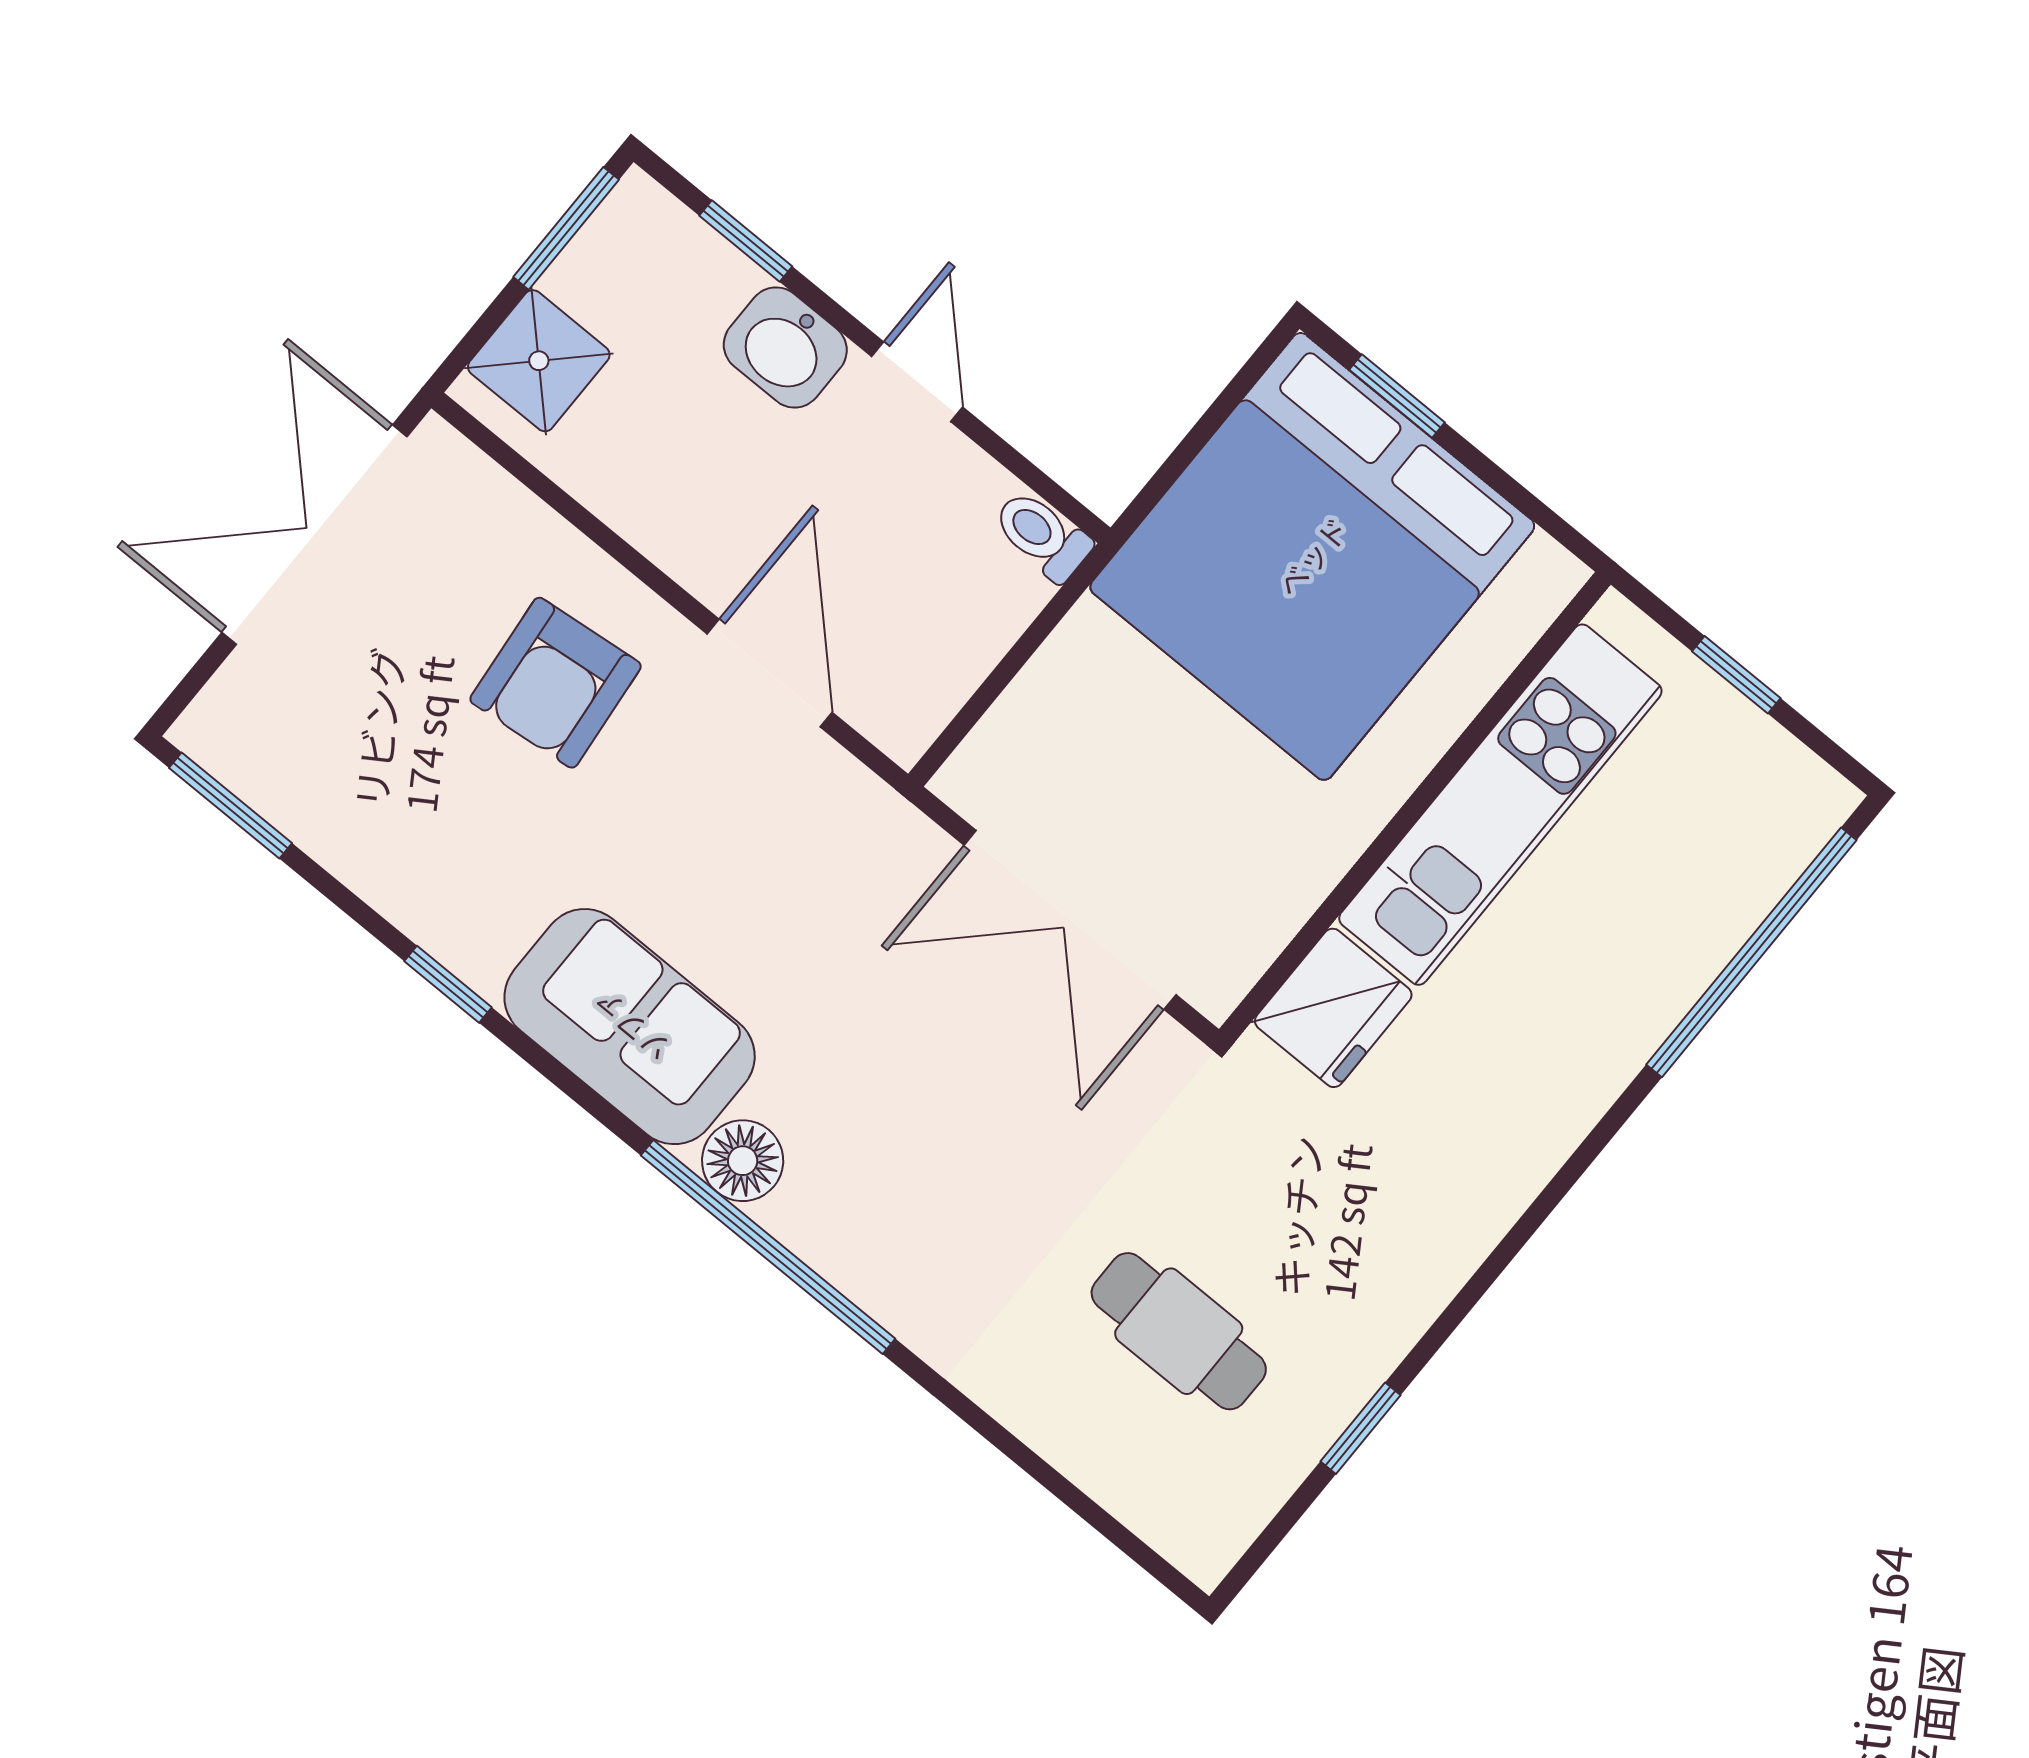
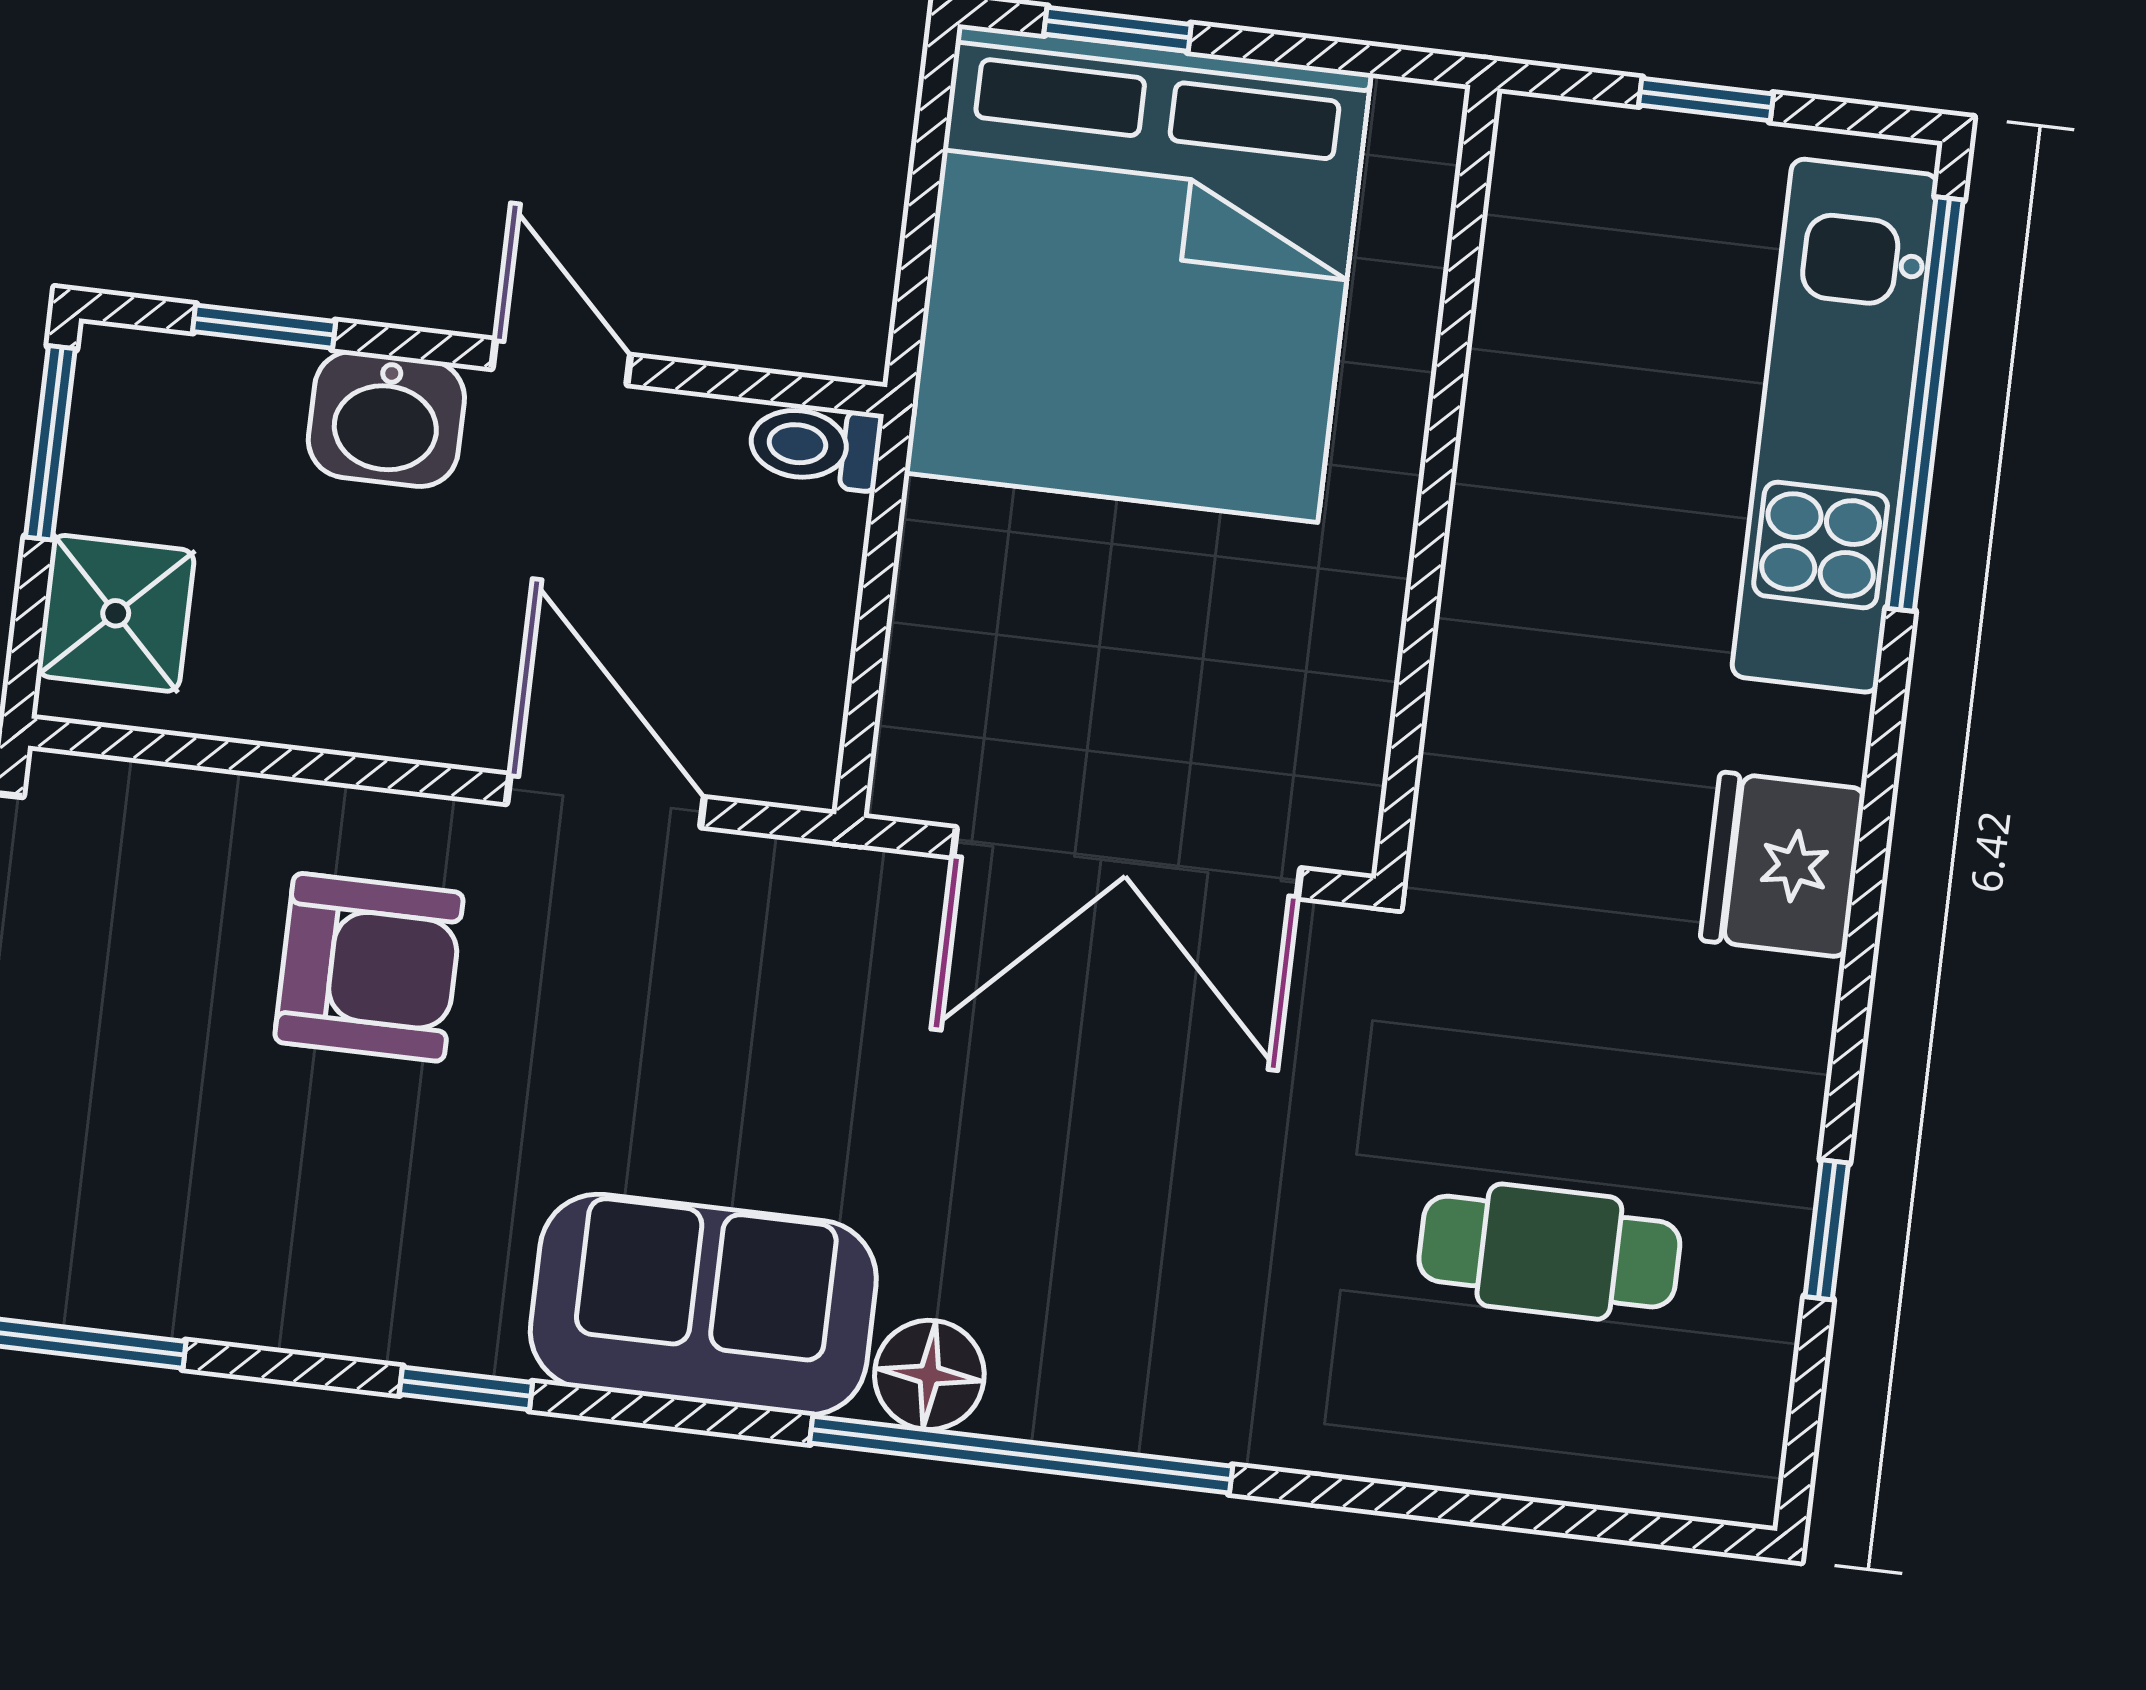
armchair: (556, 683) -> (369, 967), turned -84
kitchen unit: (1500, 805) -> (1835, 426), moved, turned 180
fridge: (1333, 1008) -> (1783, 865), moved, turned 180

